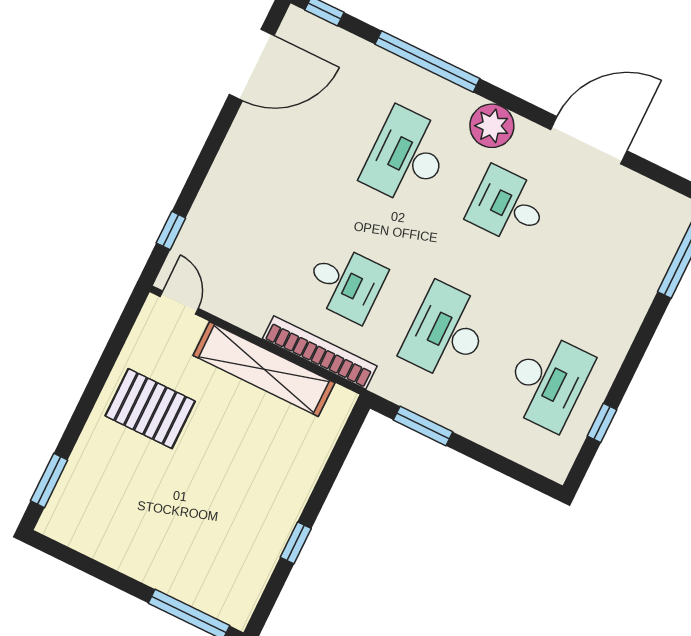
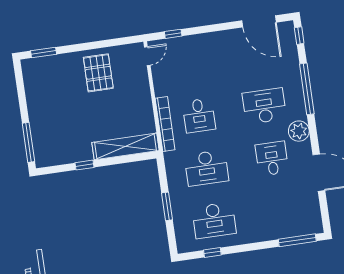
desk: (446, 332) -> (206, 168), turned 180
shelving: (264, 369) -> (125, 146), moved, turned 90
window: (423, 426) -> (167, 206), moved

